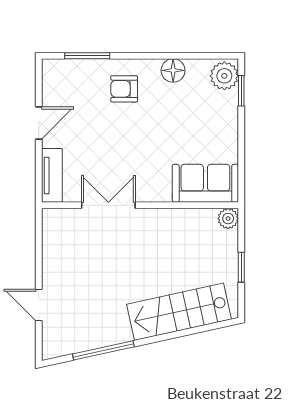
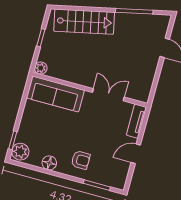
sofa: (205, 183) -> (55, 94), width x1.36
double door: (108, 205) -> (108, 95), swing flipped

